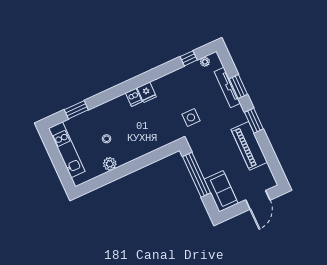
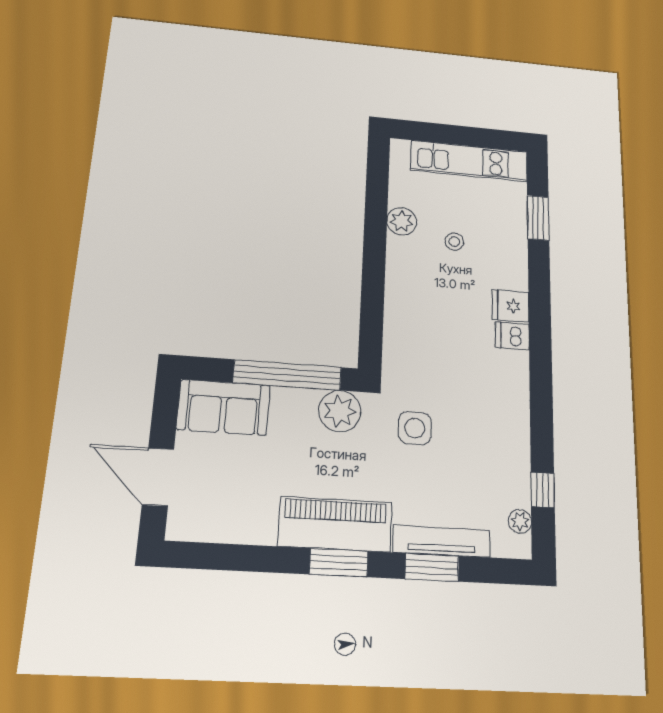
fridge: (147, 92) -> (510, 306), moved
piano: (249, 146) -> (335, 524), moved
plant: (200, 148) -> (340, 411), added

